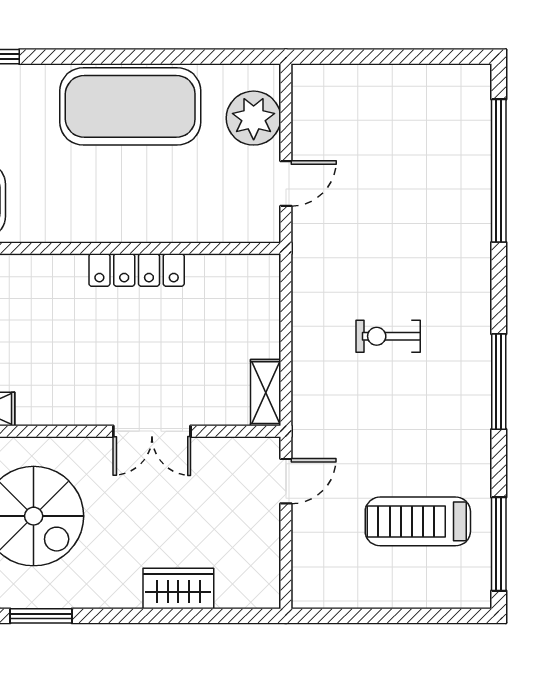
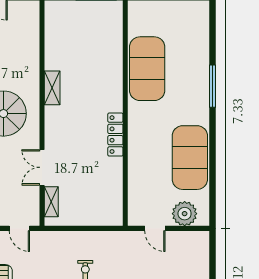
locker: (137, 270) -> (115, 135), moved
shelving: (266, 393) -> (51, 202), moved, turned 90

